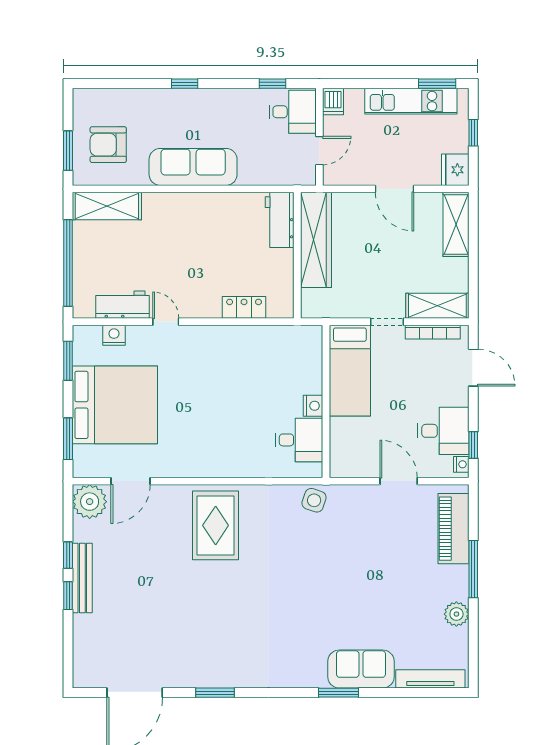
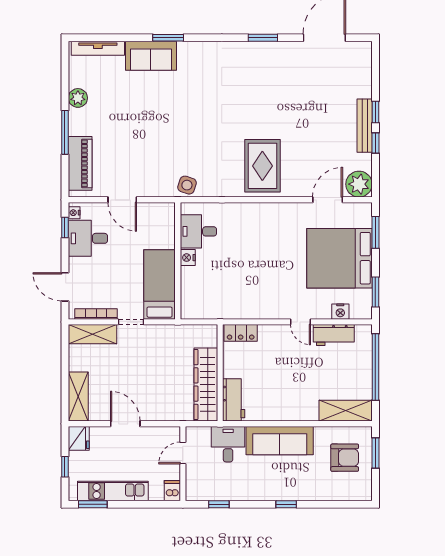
desk: (293, 112) -> (228, 444), moved, turned 90
workbench: (280, 220) -> (234, 400), moved
wardrobe: (316, 240) -> (206, 384), moved
wall: (297, 255) -> (220, 373), moved

